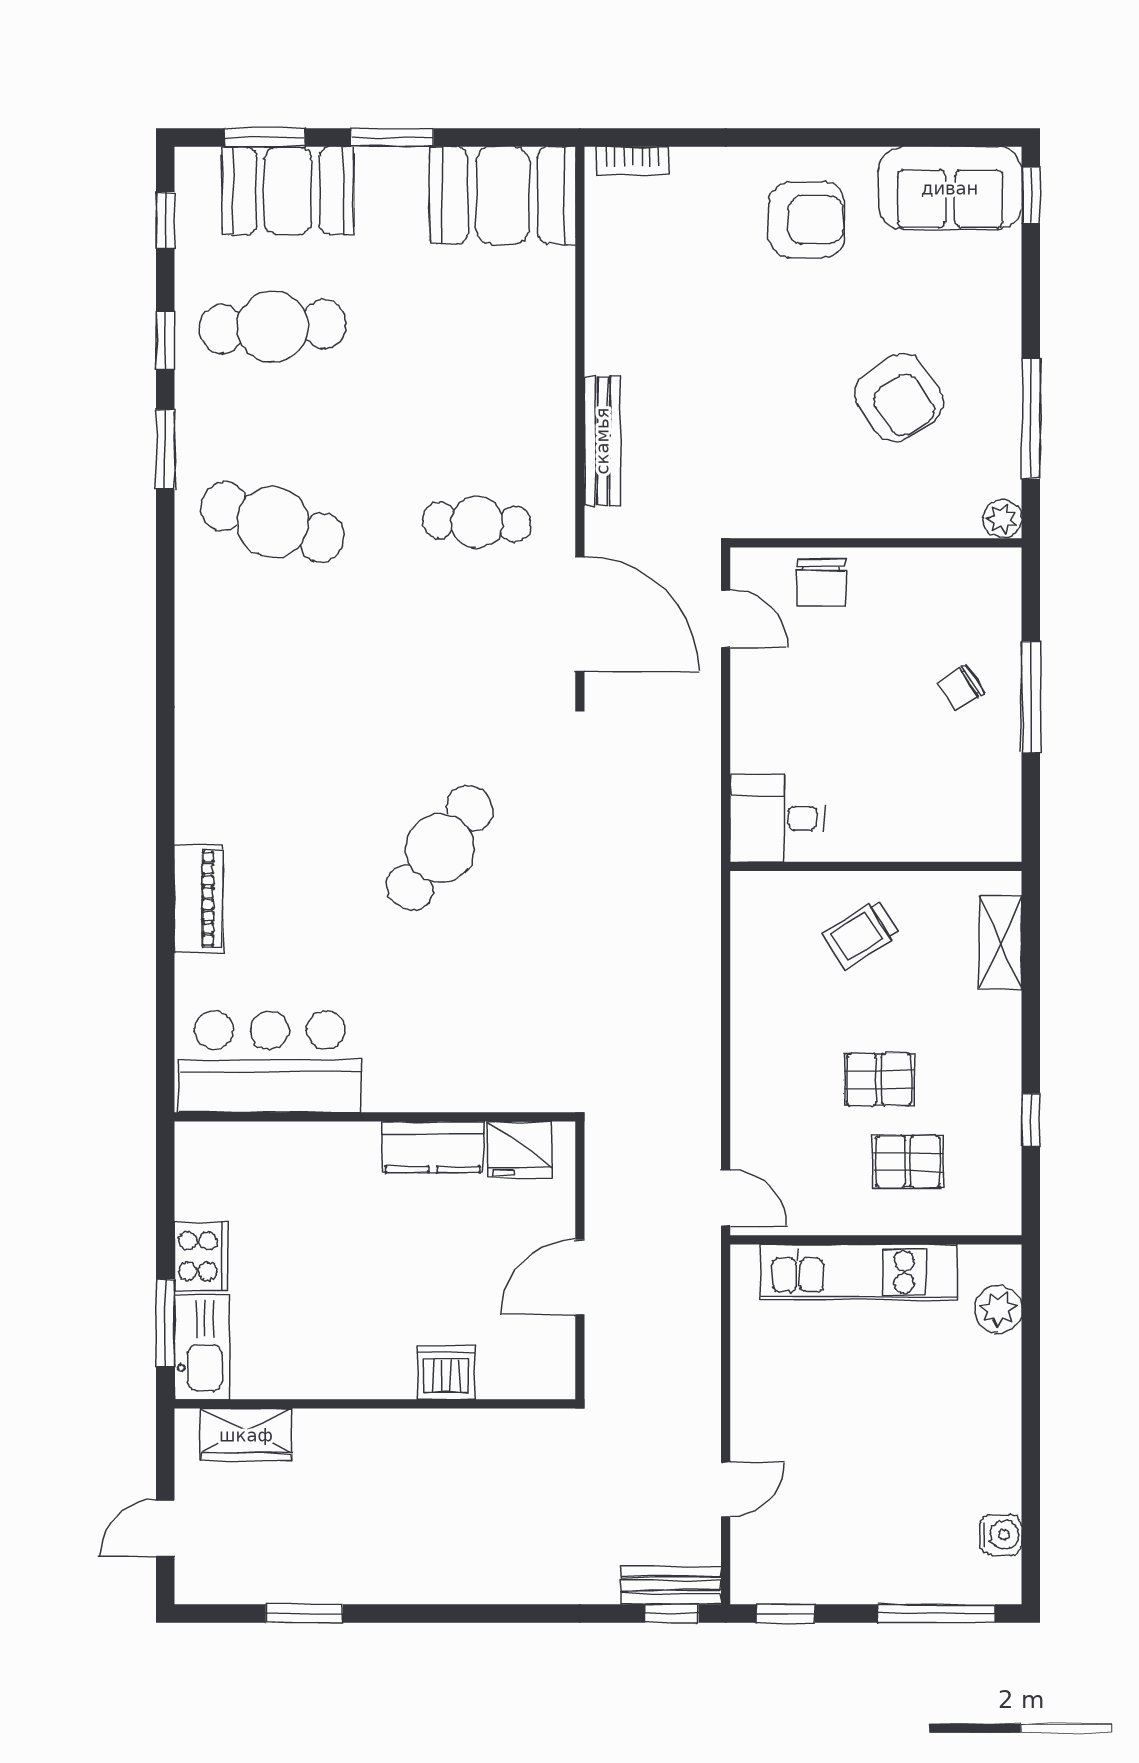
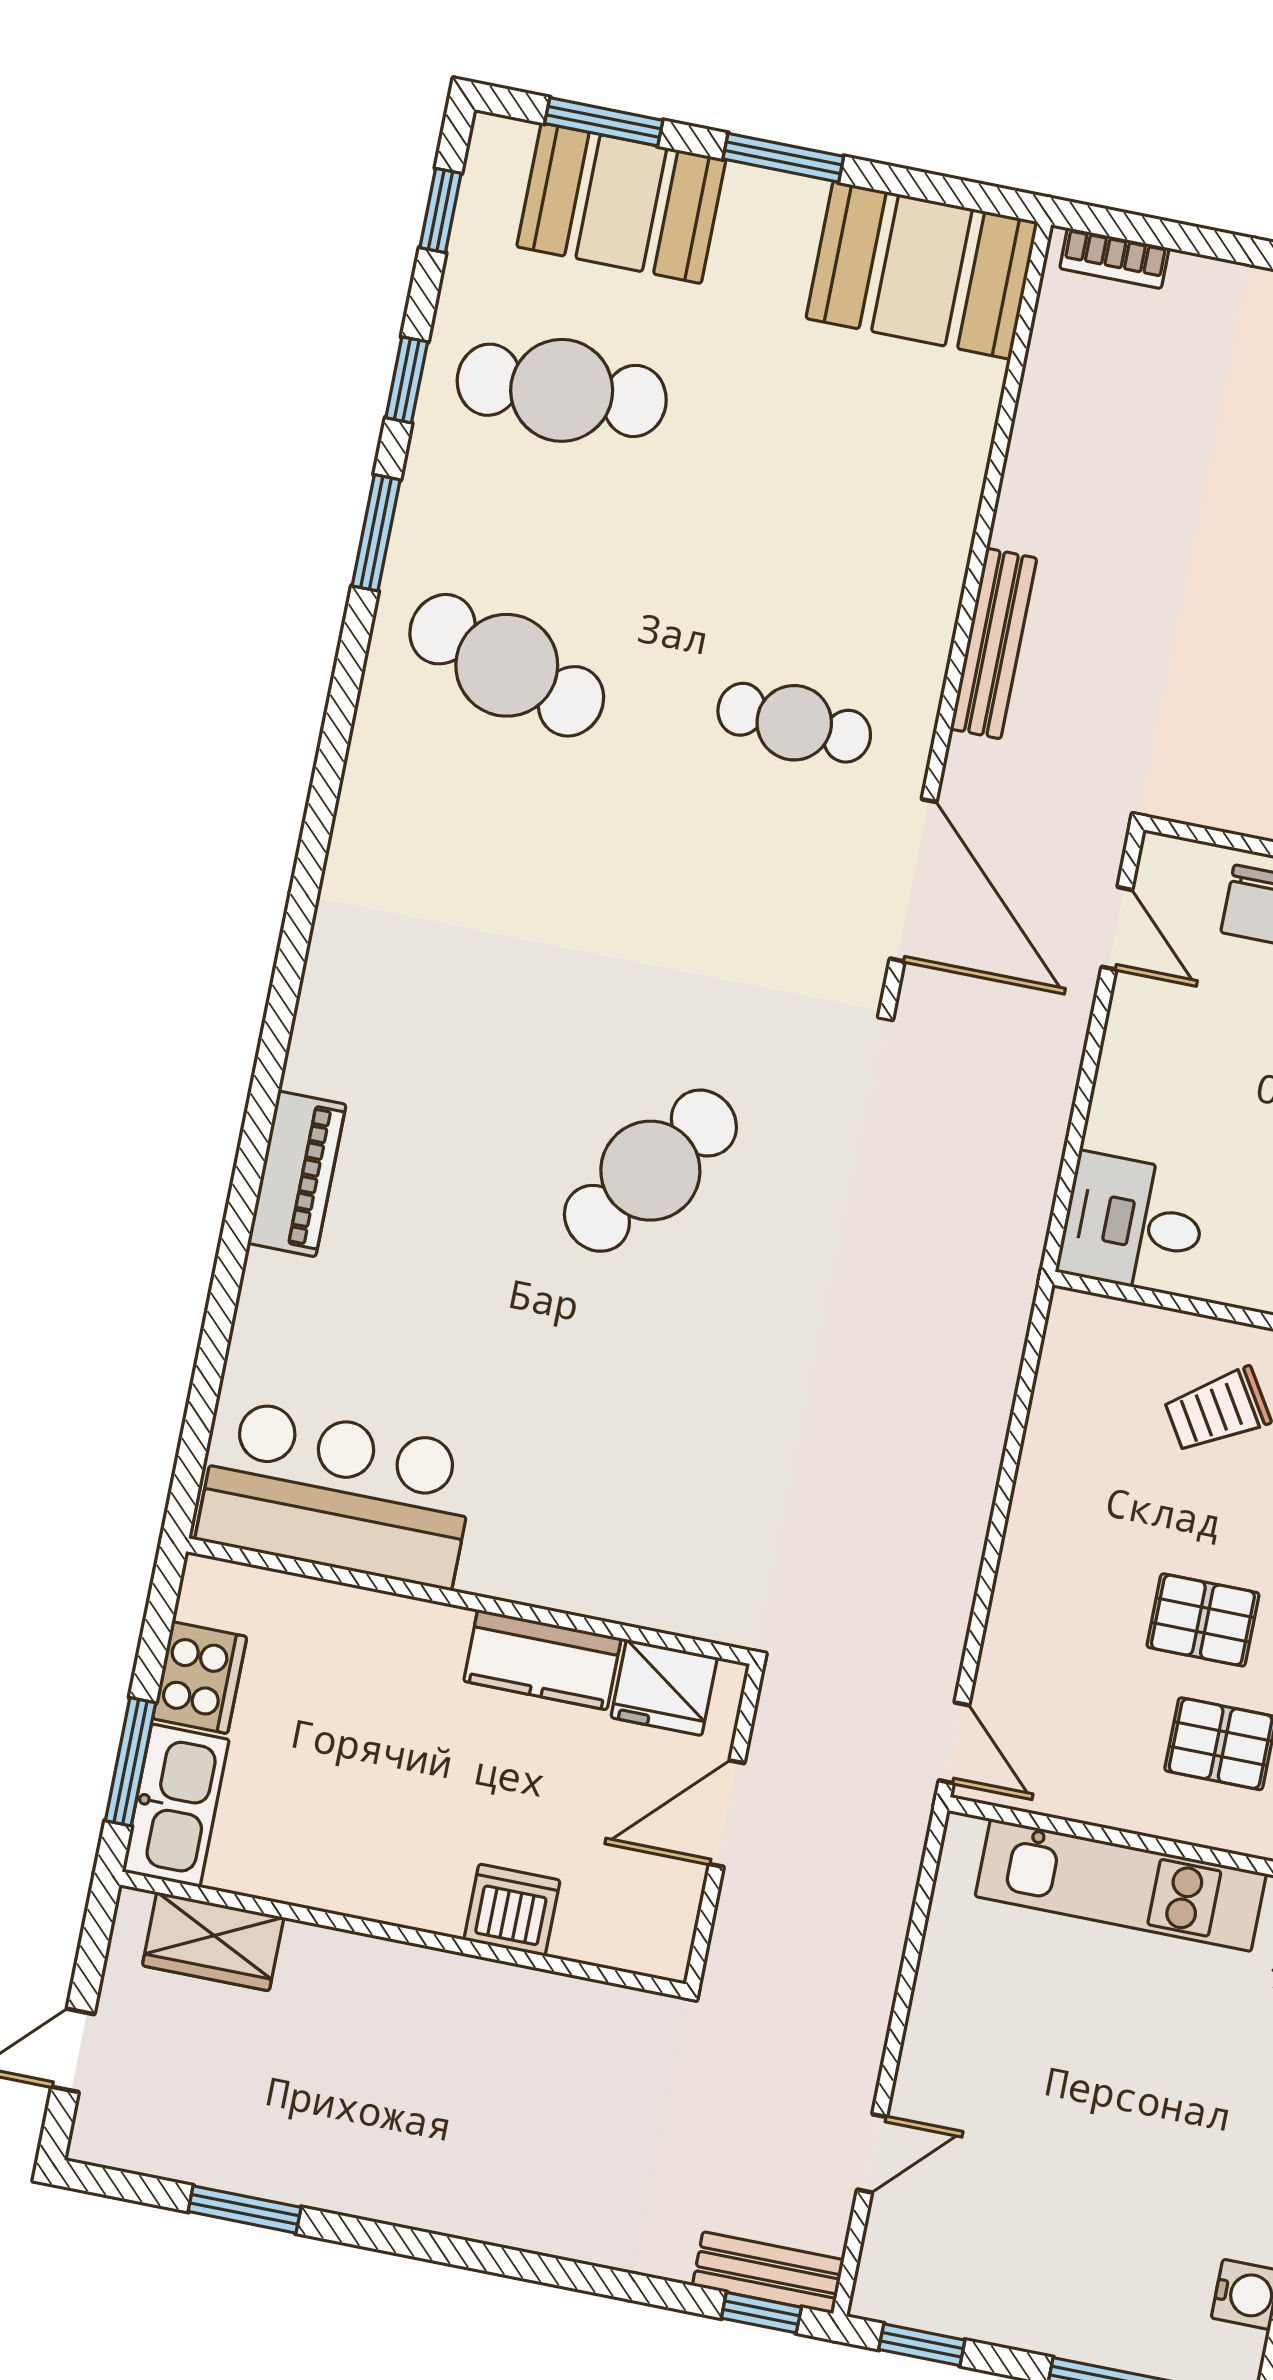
bar counter: (270, 1062) -> (337, 1494), moved
wall: (375, 1117) -> (469, 1601), moved
kitchen counter: (433, 1147) -> (542, 1660), moved
fridge: (520, 1149) -> (664, 1688), moved

